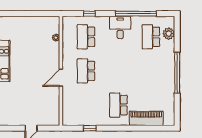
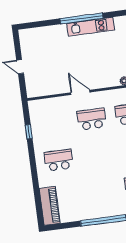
piano: (146, 118) -> (50, 206), moved

